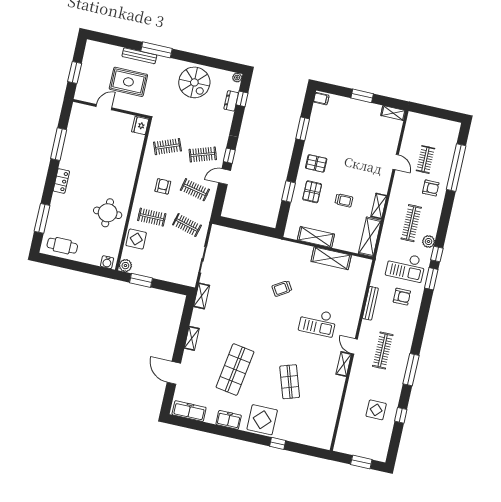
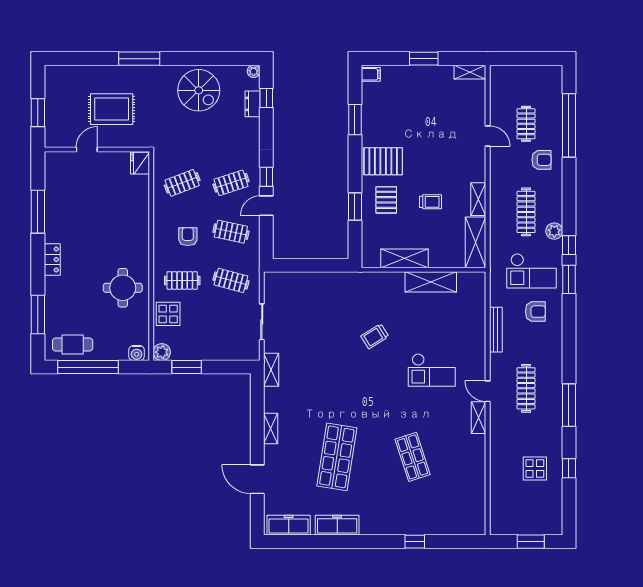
bench: (139, 56) -> (118, 71), removed
pallet: (316, 163) -> (383, 161), width x1.50, depth x1.42
window: (70, 264) -> (88, 367), added
freezer: (229, 420) -> (337, 525), width x1.40
display table: (262, 420) -> (388, 515), removed

